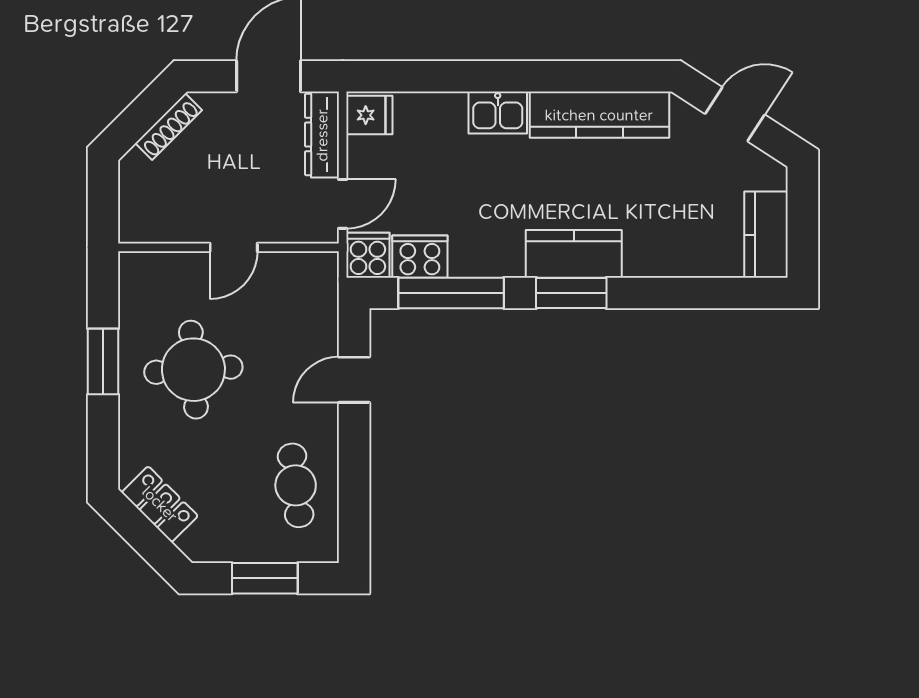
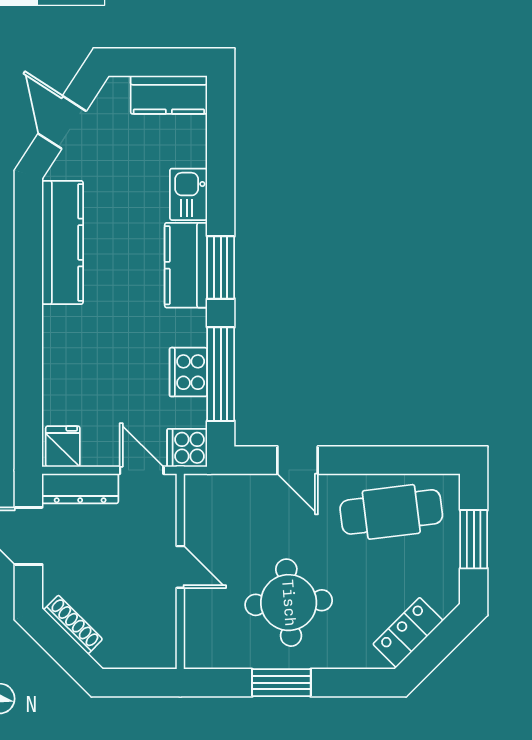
kitchen sink: (498, 112) -> (189, 194), moved, turned 180
cooker: (420, 257) -> (188, 372), moved
cafe table: (296, 485) -> (391, 512), width x1.37, depth x1.35

